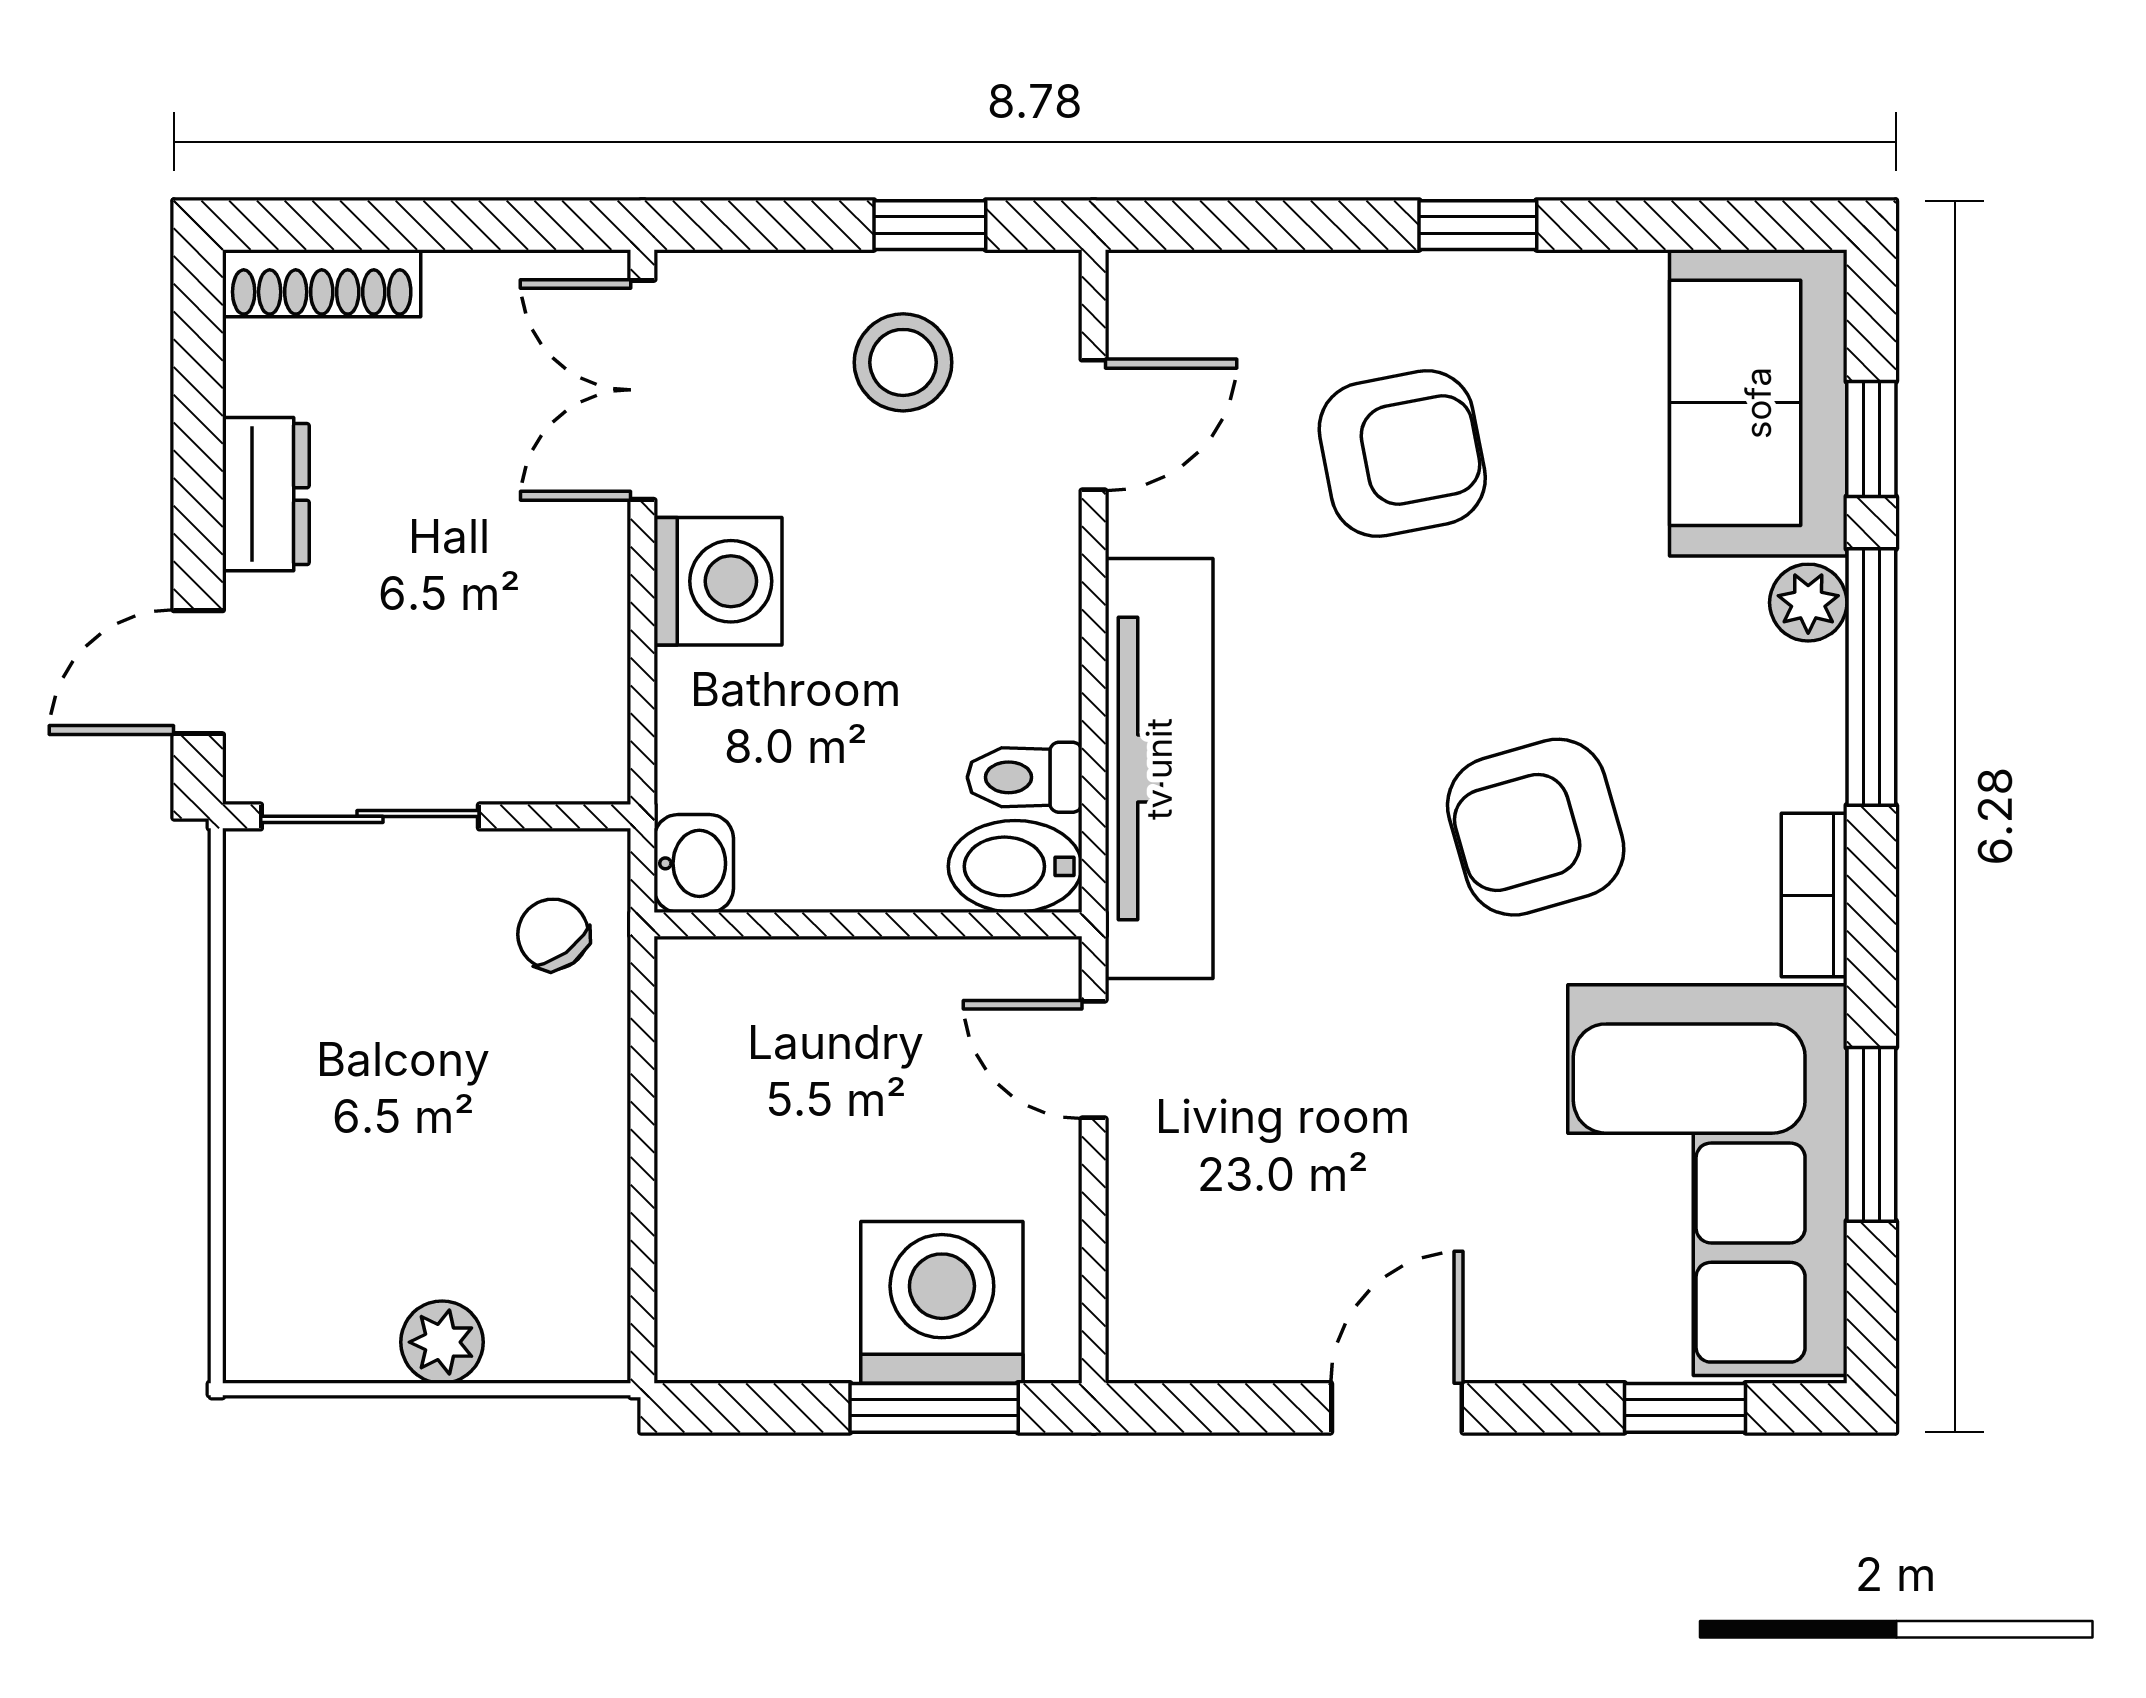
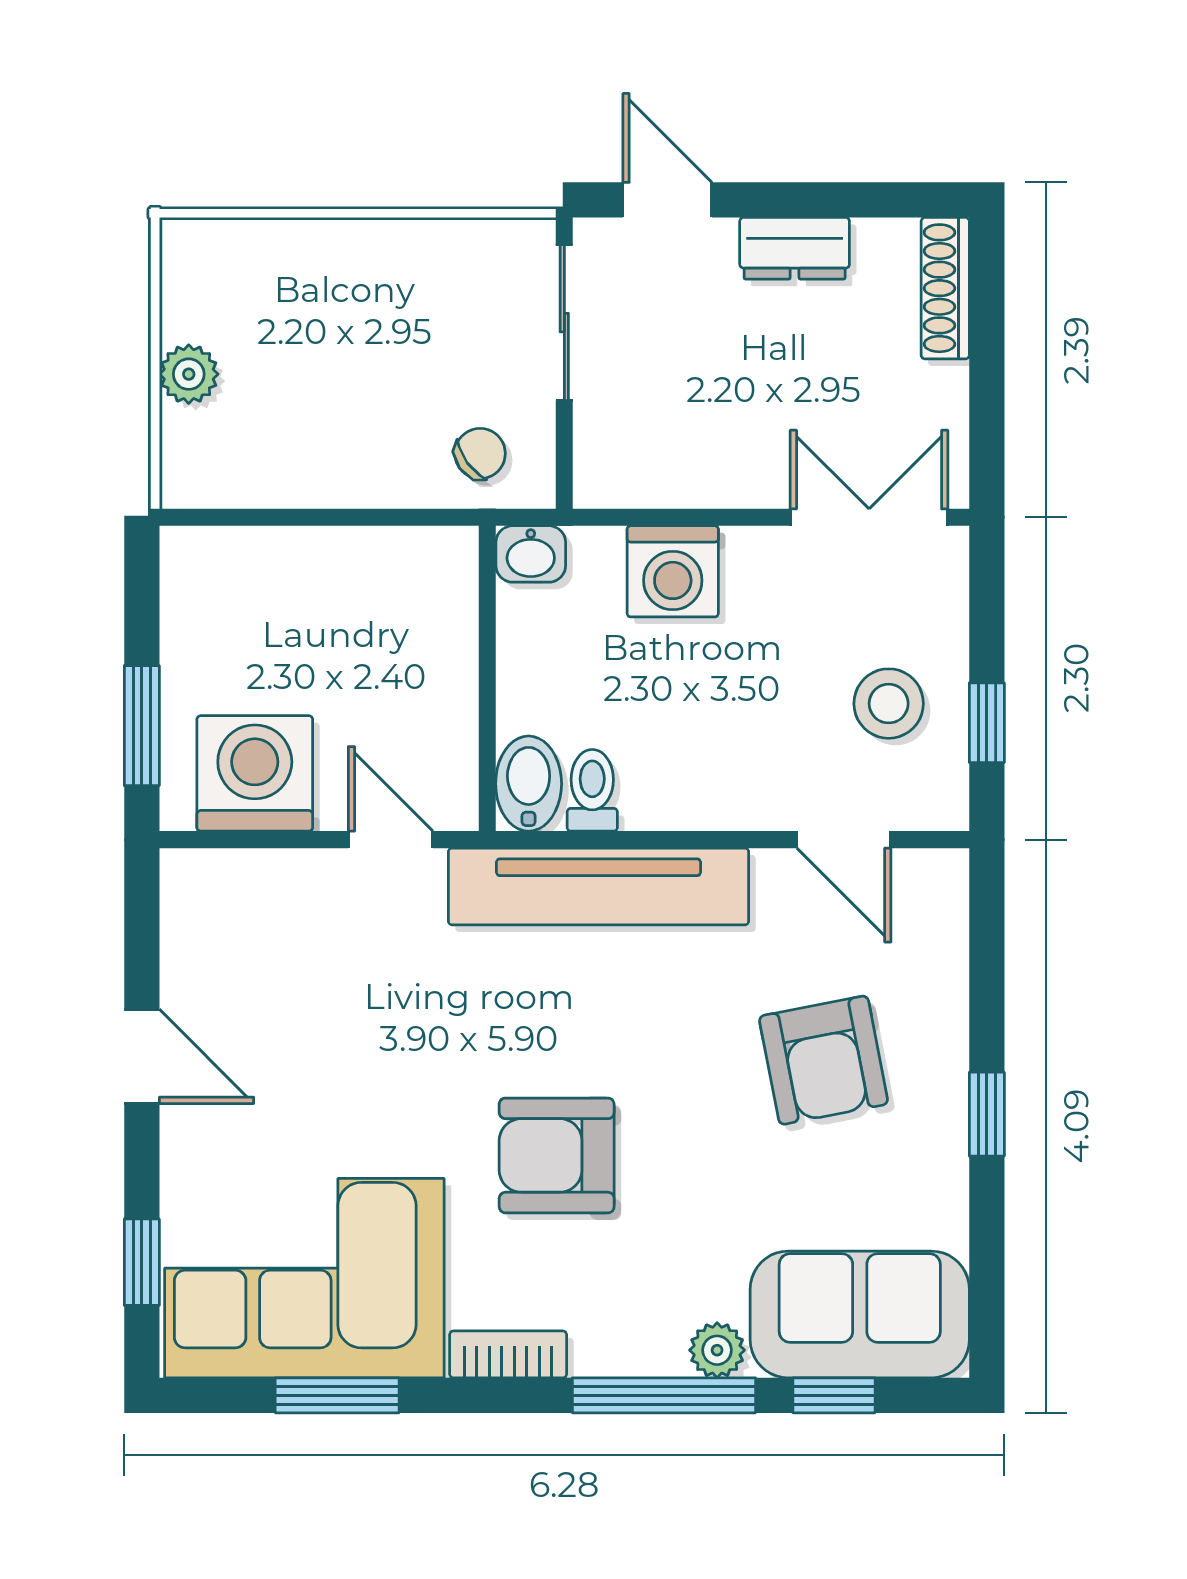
washing machine: (718, 581) -> (673, 571), moved
armchair: (1536, 827) -> (557, 1155), turned -74
door: (1094, 1060) -> (391, 840), hinge flipped
washing machine: (942, 1302) -> (255, 773), moved, turned -90

